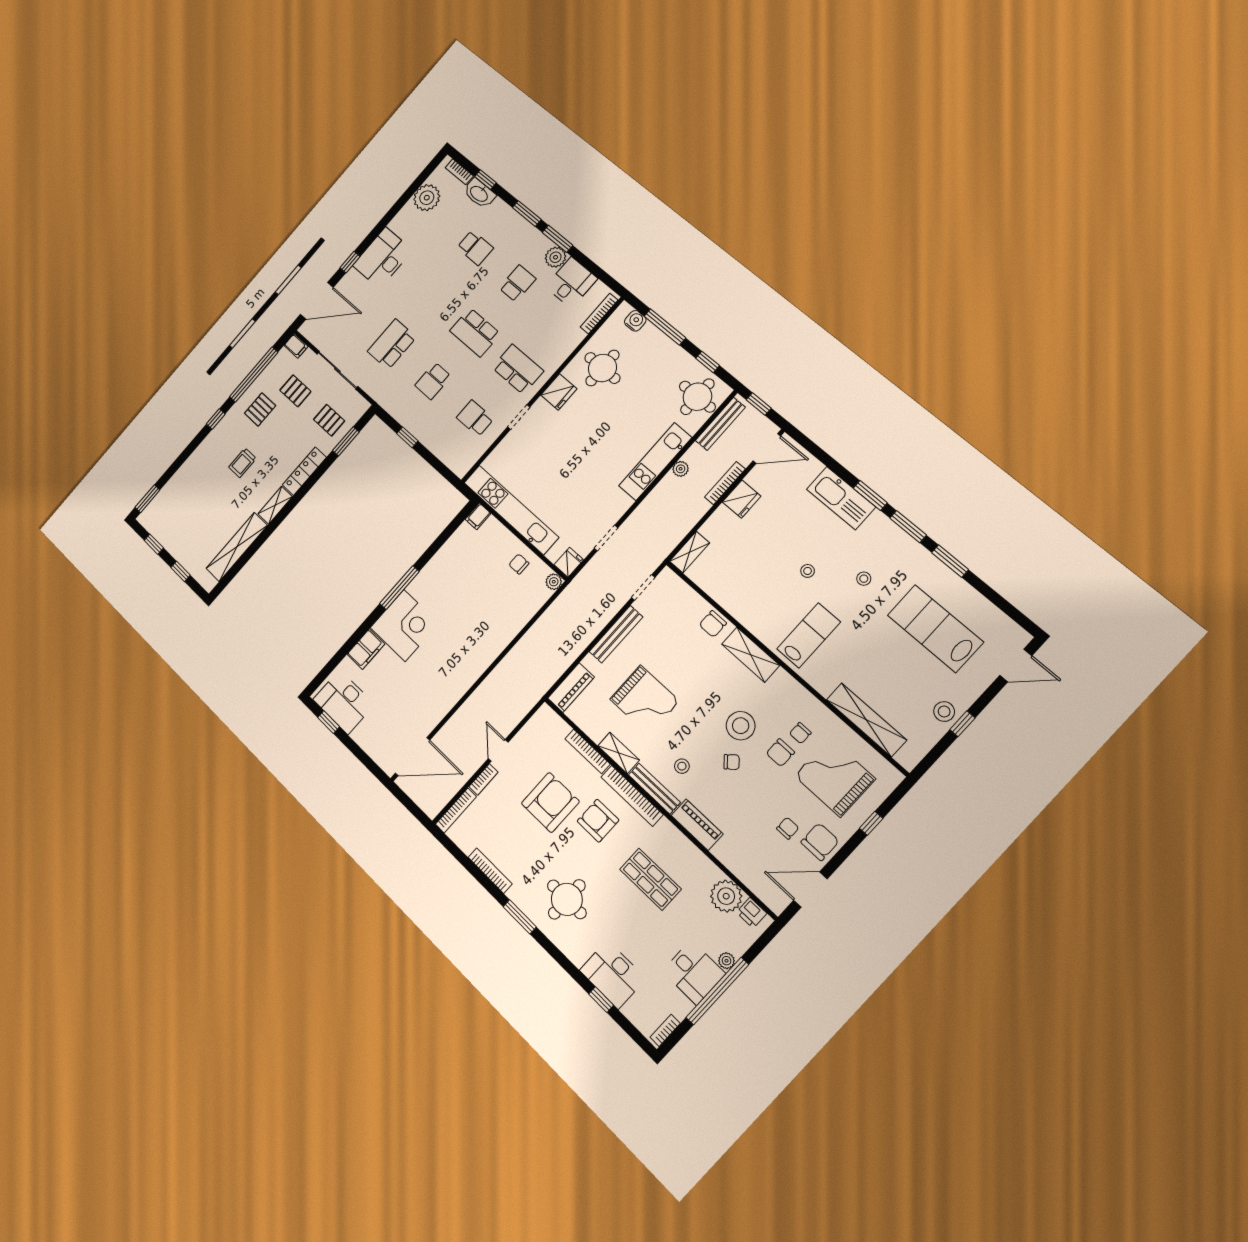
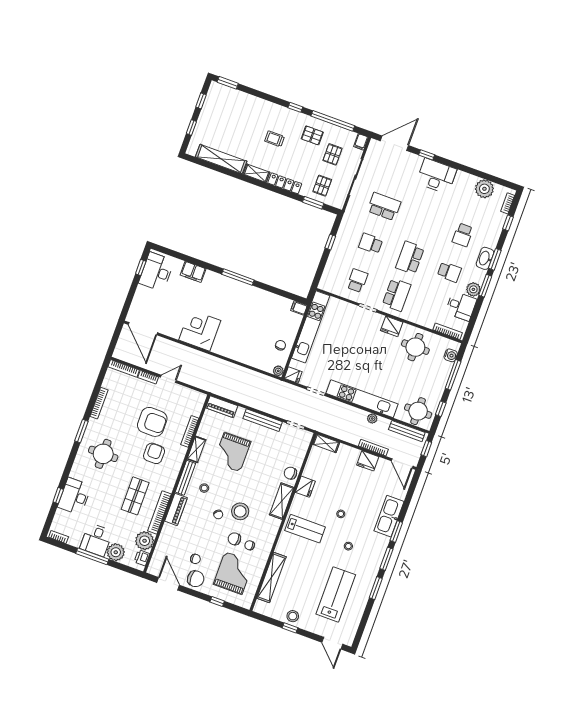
washbasin: (479, 193) -> (485, 258), moved
door: (317, 301) -> (394, 143), swing flipped
kitchen unit: (655, 462) -> (362, 399), width x1.36
fridge: (743, 609) -> (305, 487), added
corner desk: (404, 625) -> (200, 330), moved, turned 180
bookcase: (632, 796) -> (160, 512), moved
plant: (727, 961) -> (116, 552), width x1.88, depth x1.88
window: (717, 991) -> (92, 556), width x0.68

